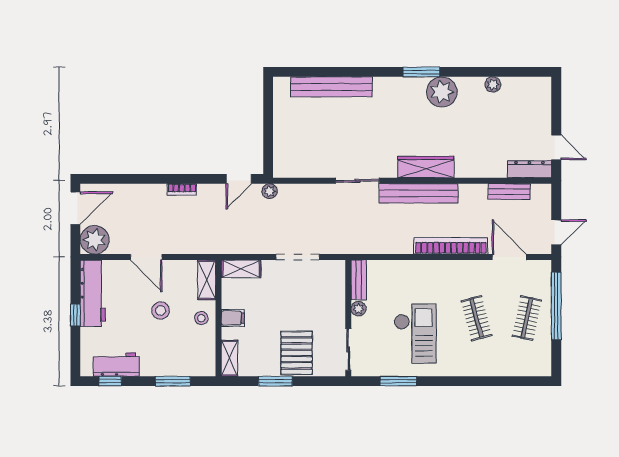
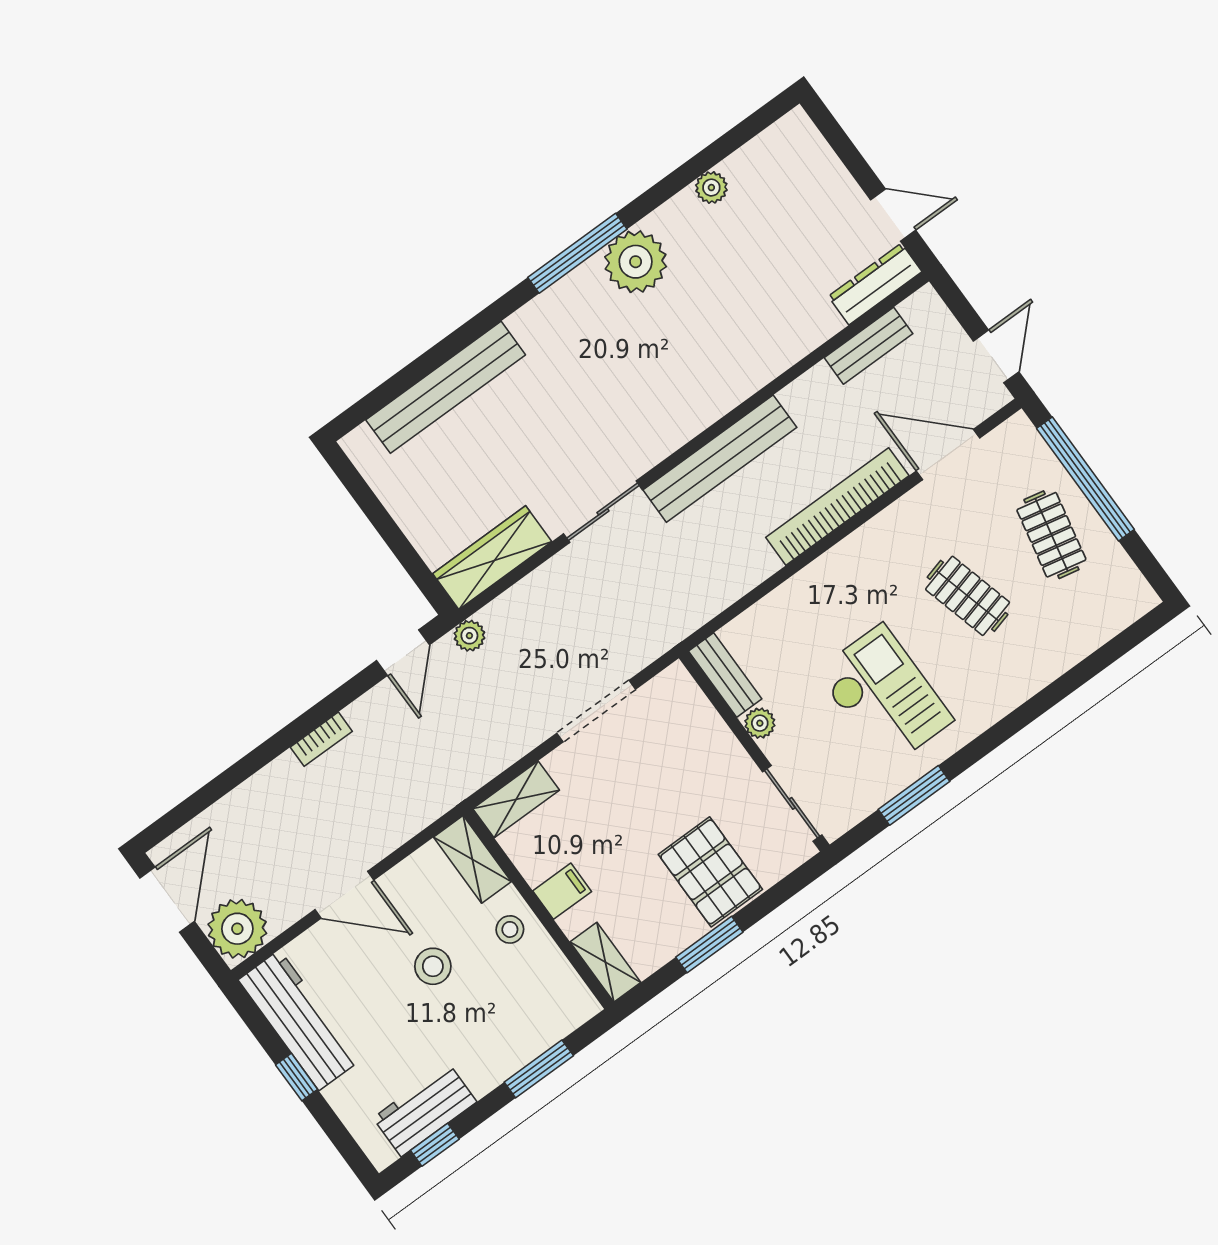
window: (421, 72) -> (577, 253), width x1.44
wardrobe: (426, 167) -> (492, 558), moved

